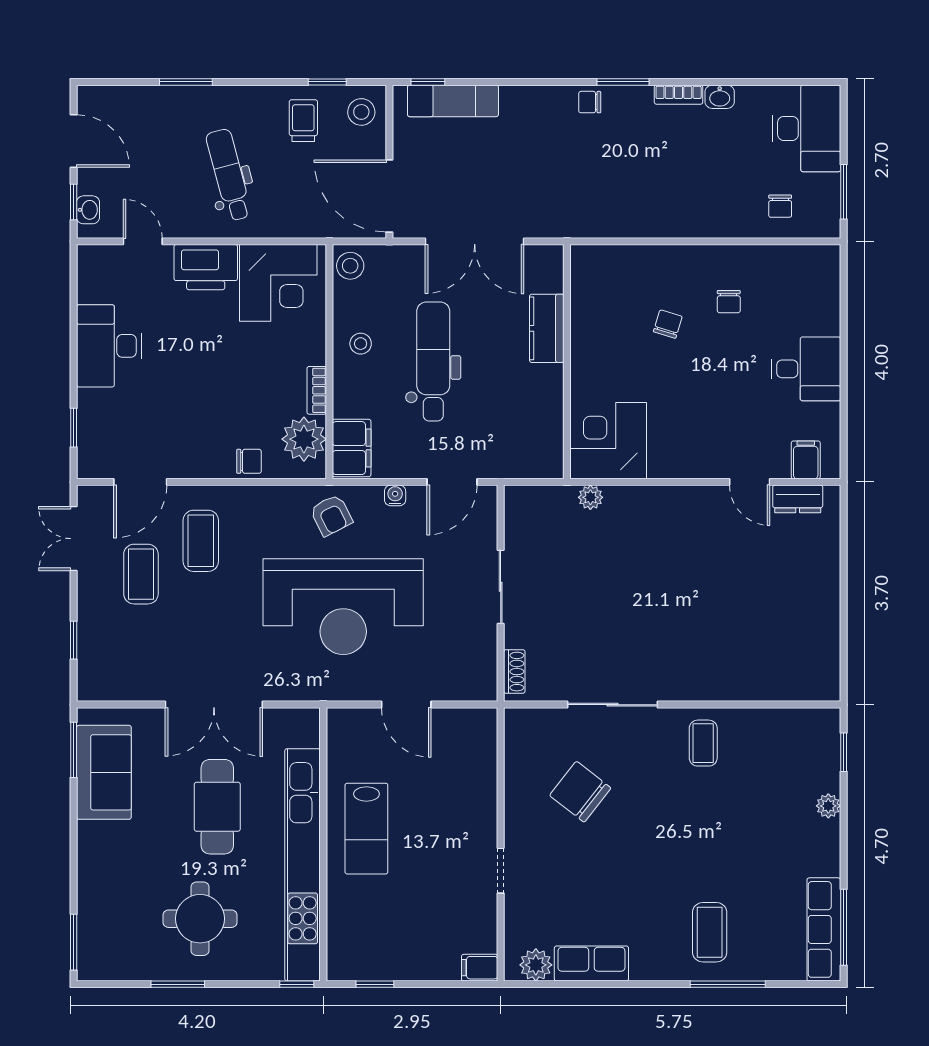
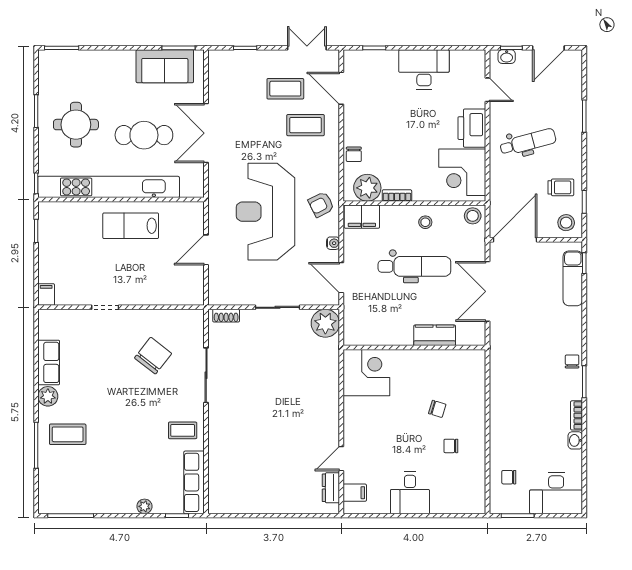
door: (143, 241) -> (487, 90), hinge flipped
plant: (590, 497) -> (325, 323), moved, width x1.88, depth x1.88
row of seats: (824, 929) -> (194, 482), moved, turned -90
plant: (536, 965) -> (48, 396), moved

